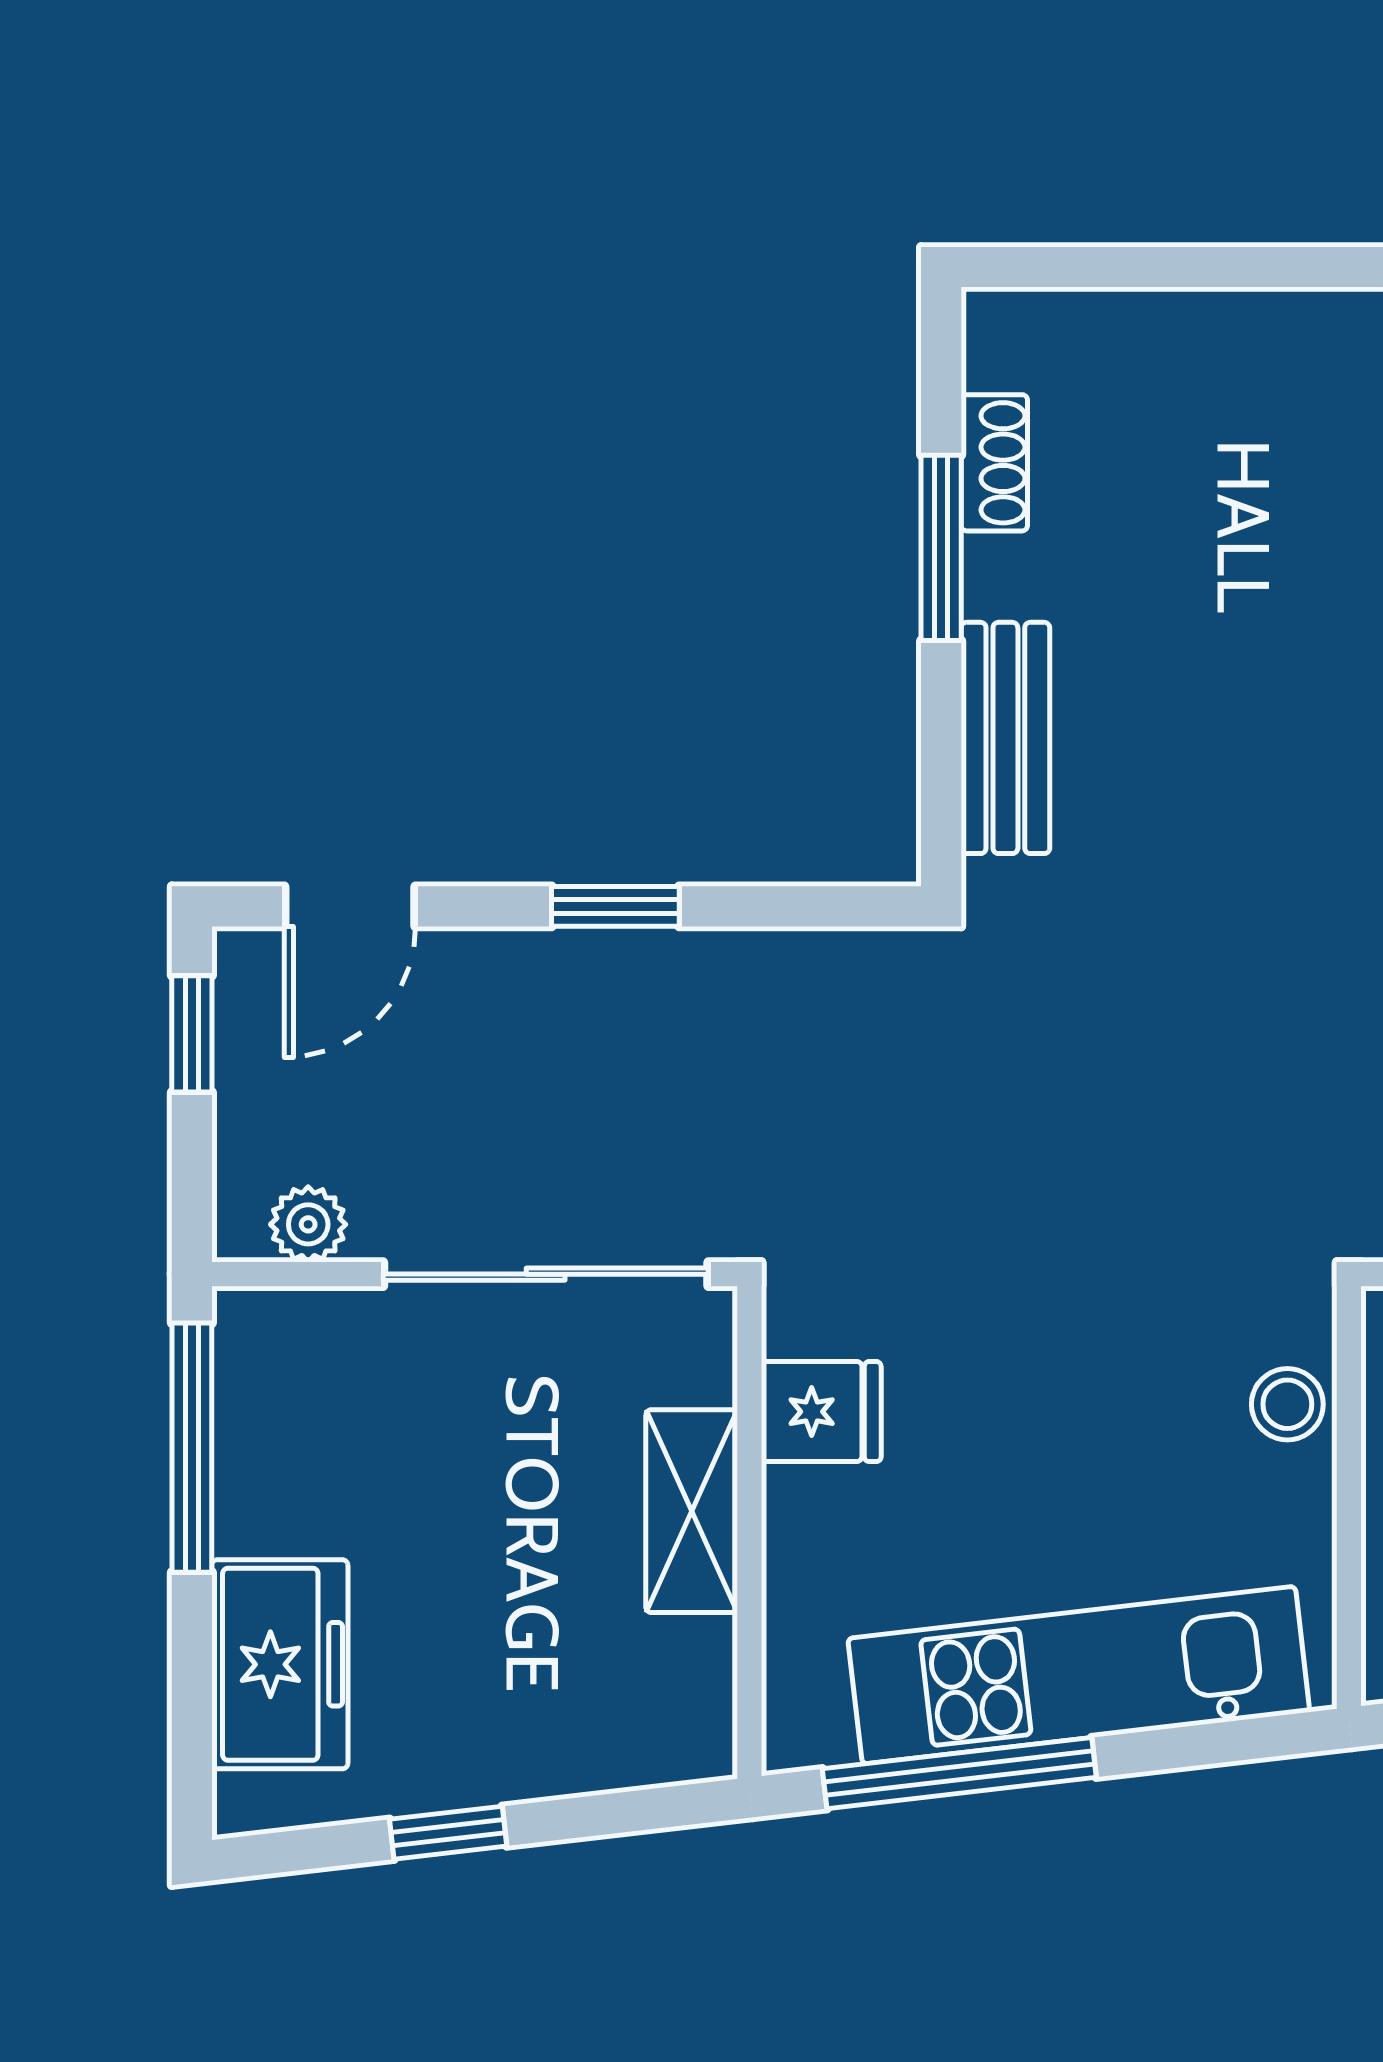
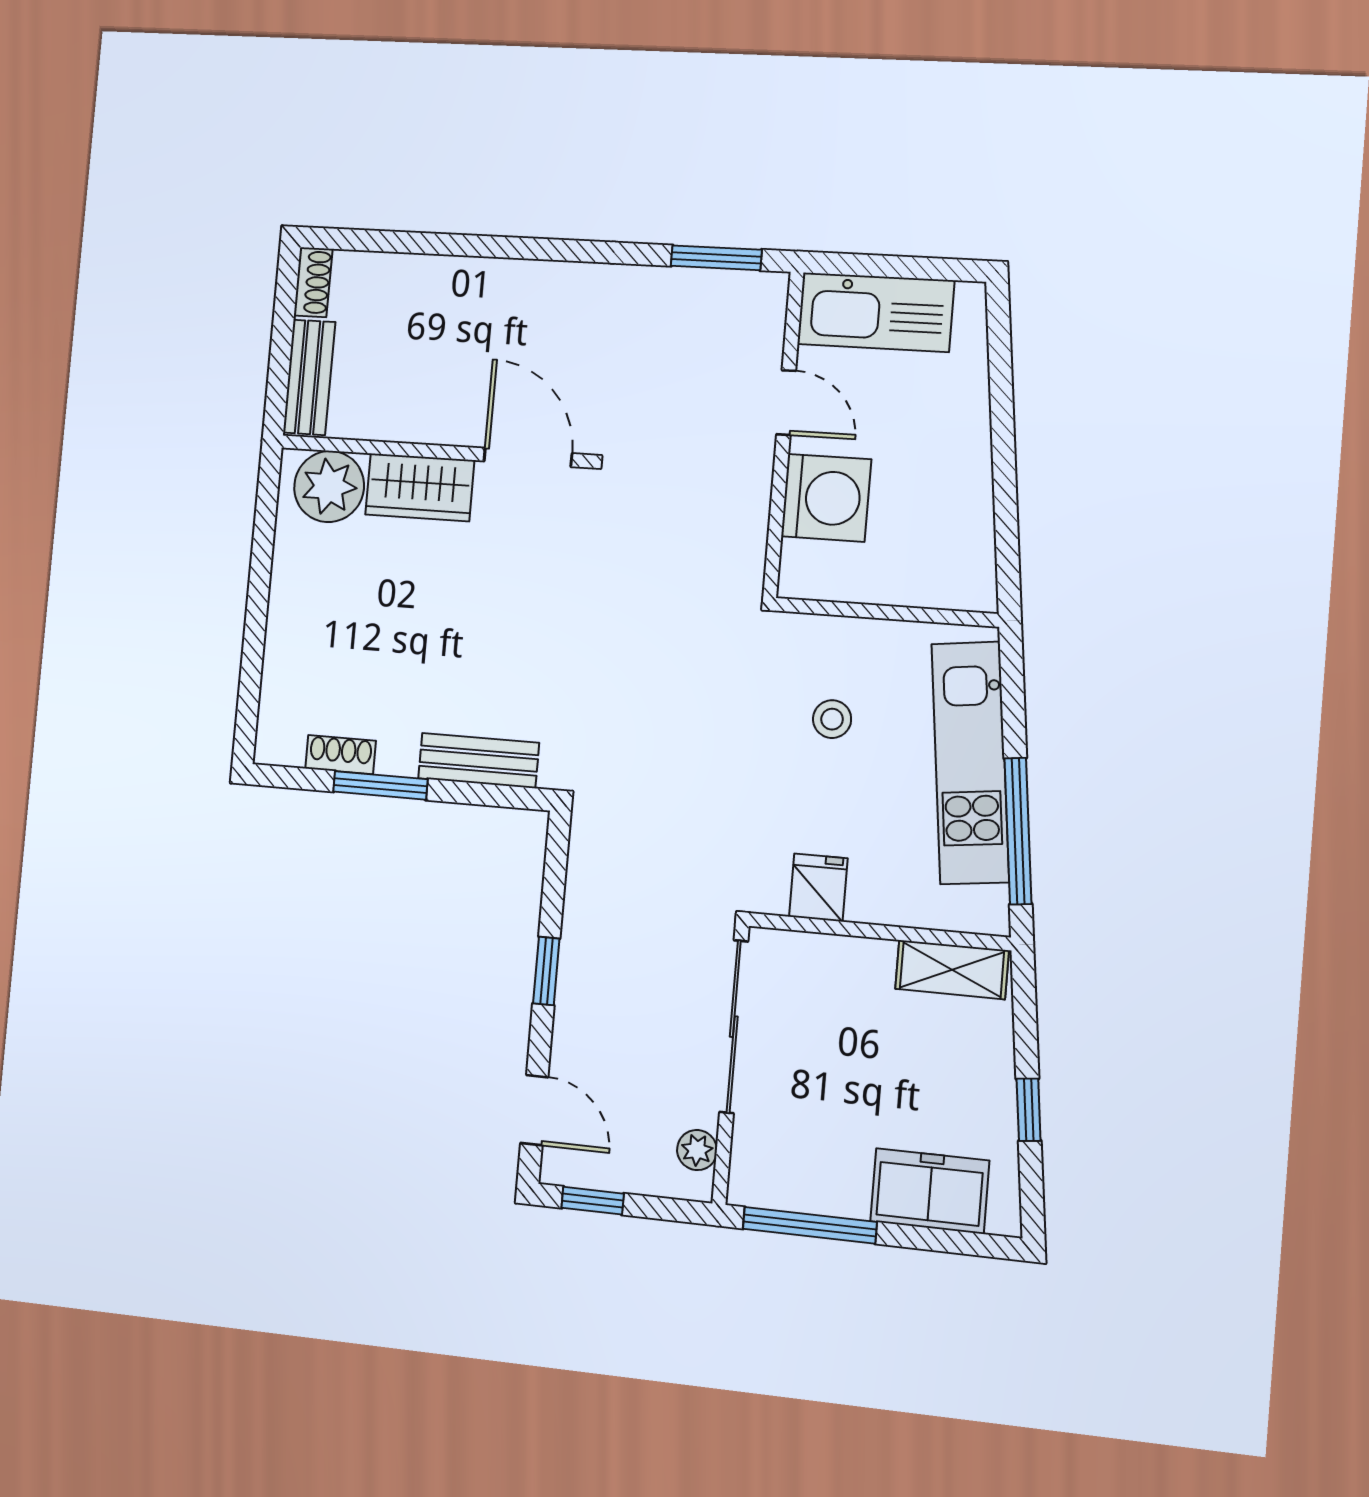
stool: (1287, 1404) -> (832, 719), moved
shelving: (692, 1511) -> (952, 970), moved

